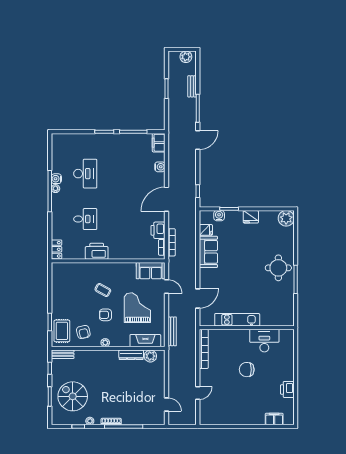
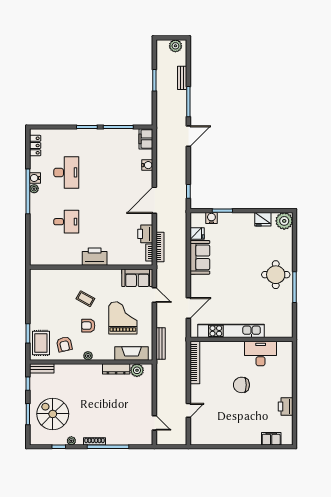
fridge: (251, 217) -> (263, 219), moved
locker: (56, 249) -> (35, 146), moved
printer: (97, 251) -> (95, 257), moved
kitchen unit: (237, 320) -> (231, 331), width x1.36

